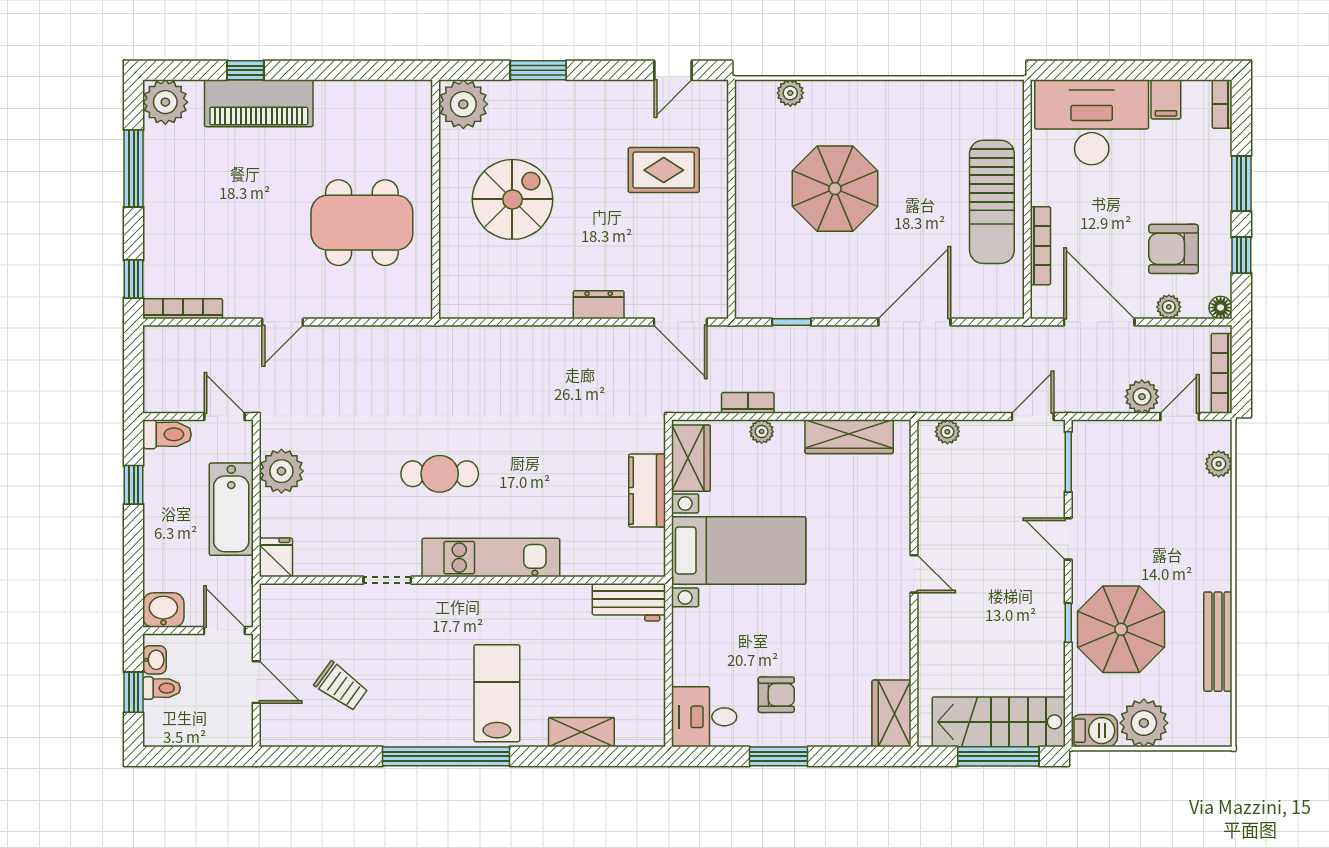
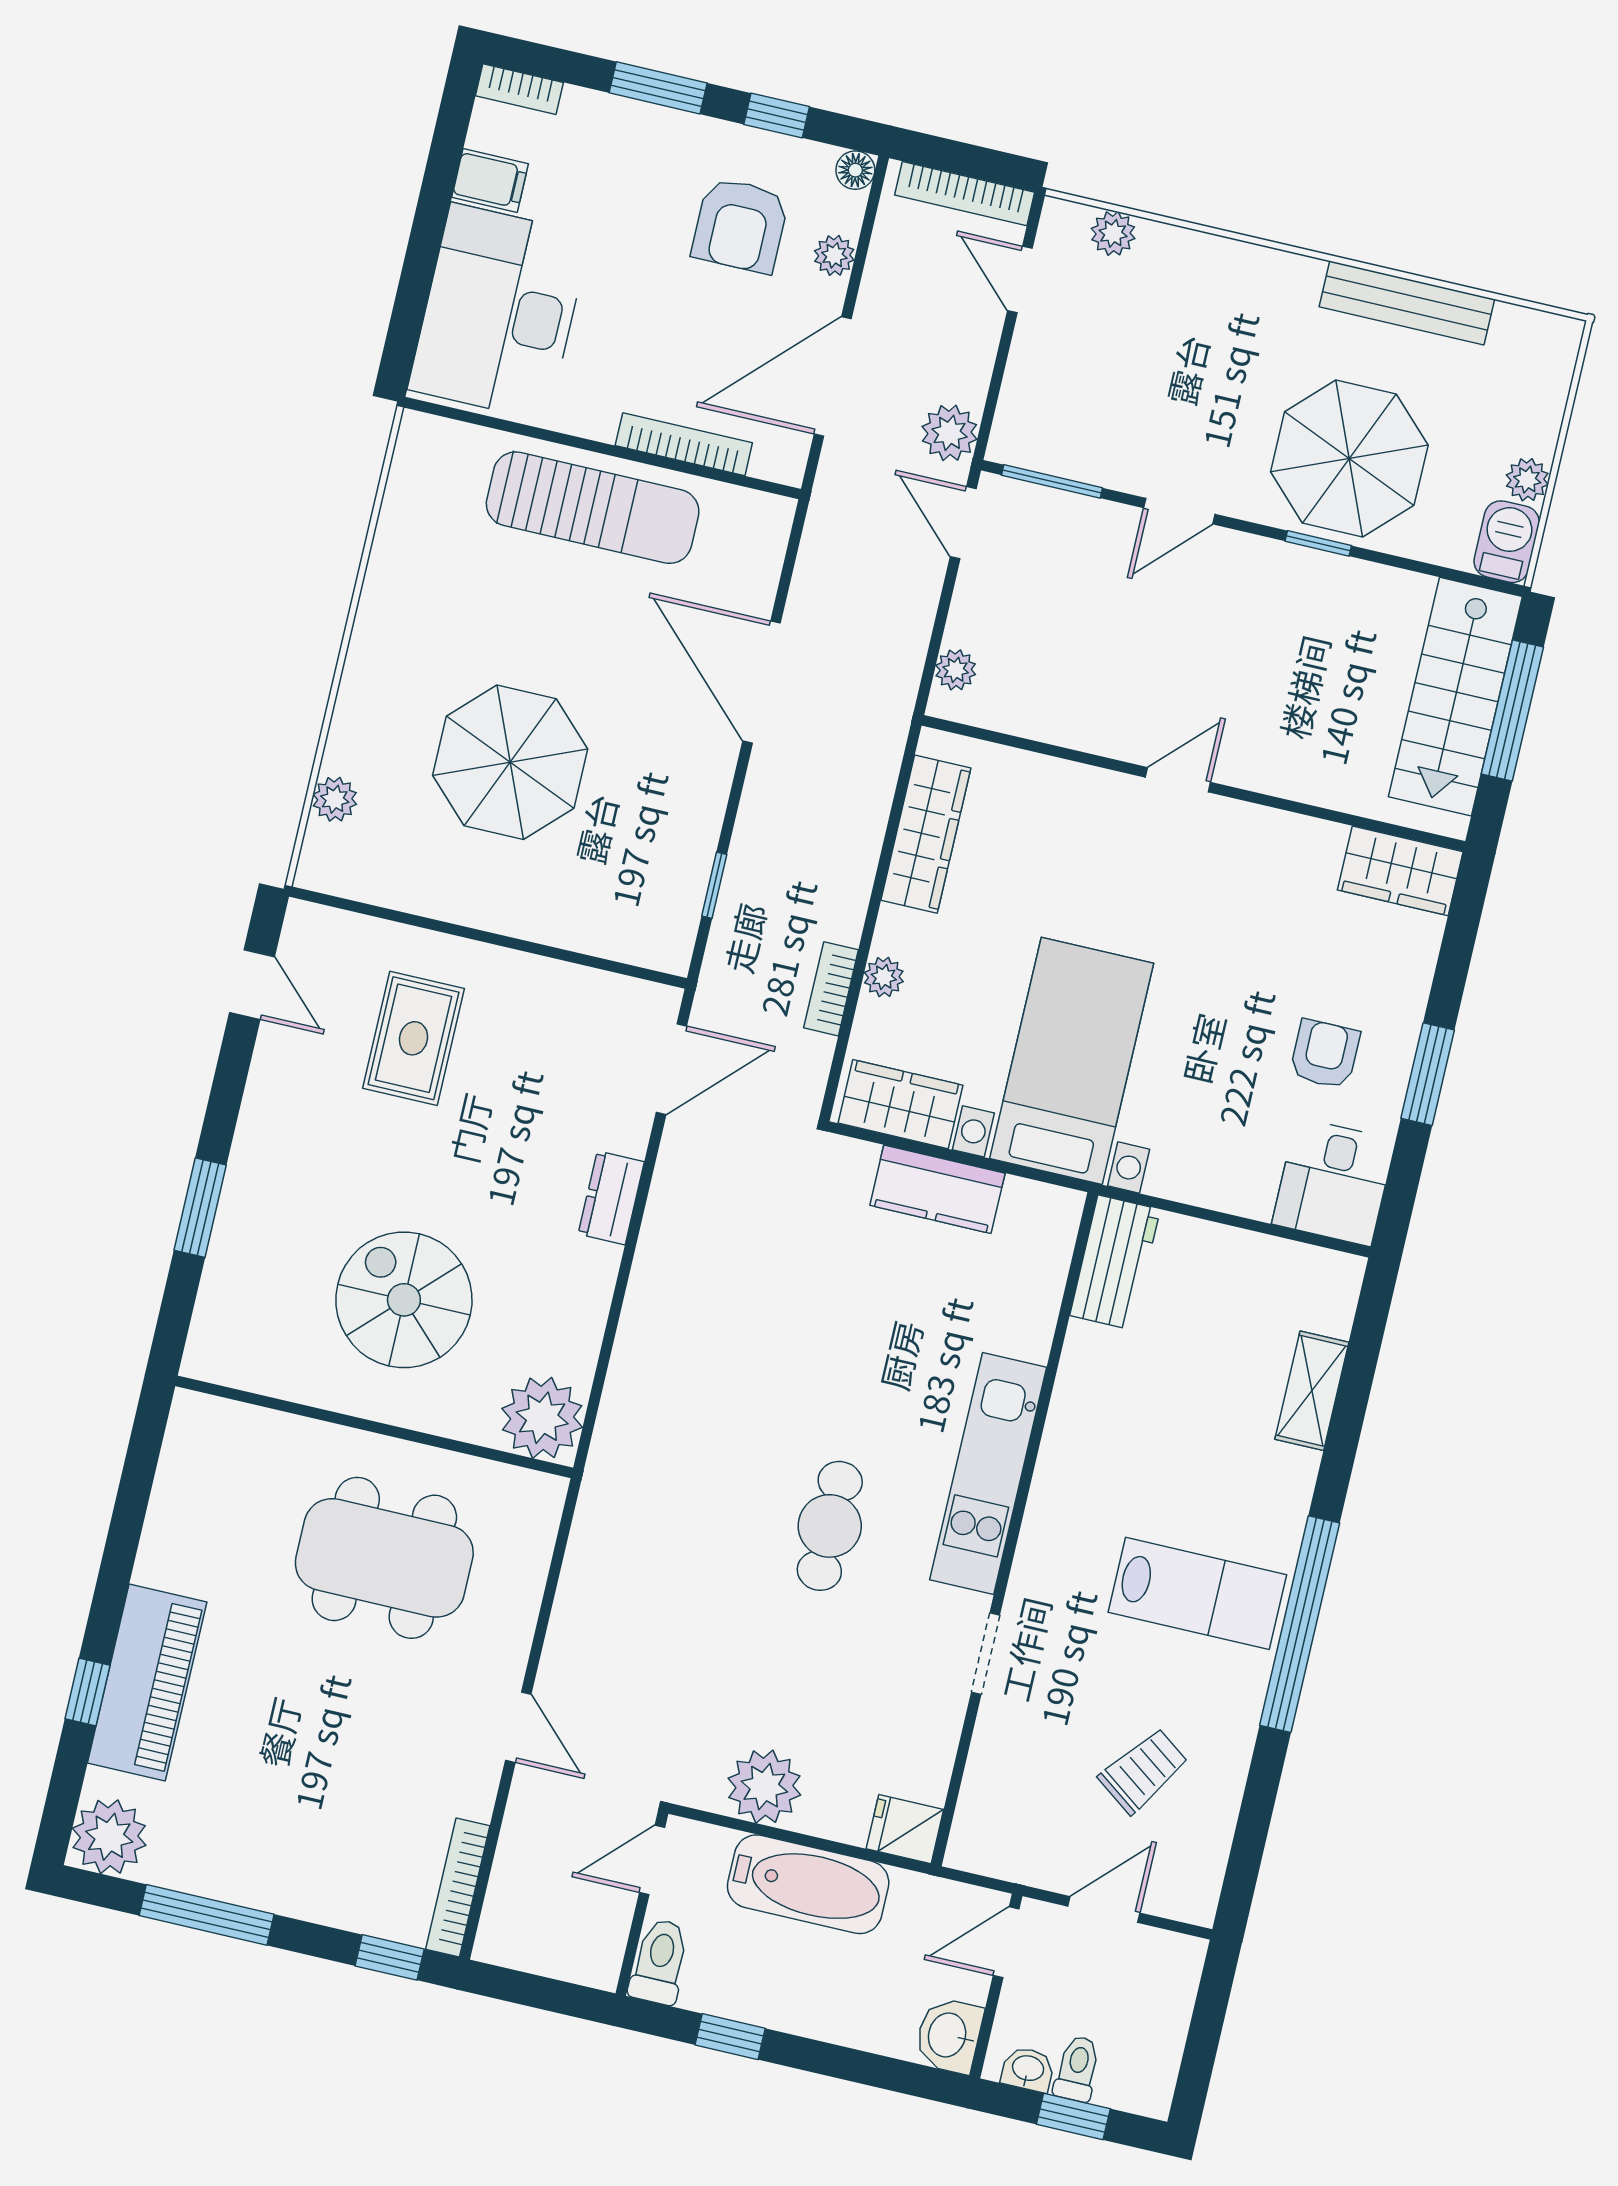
plant: (463, 104) -> (542, 1418), moved
dining table: (362, 223) -> (384, 1558), turned 90
plant: (1142, 397) -> (949, 433), moved
lab bench: (497, 693) -> (1197, 1593), moved, turned 180
plant: (1144, 723) -> (1527, 480), width x0.53, depth x0.53

